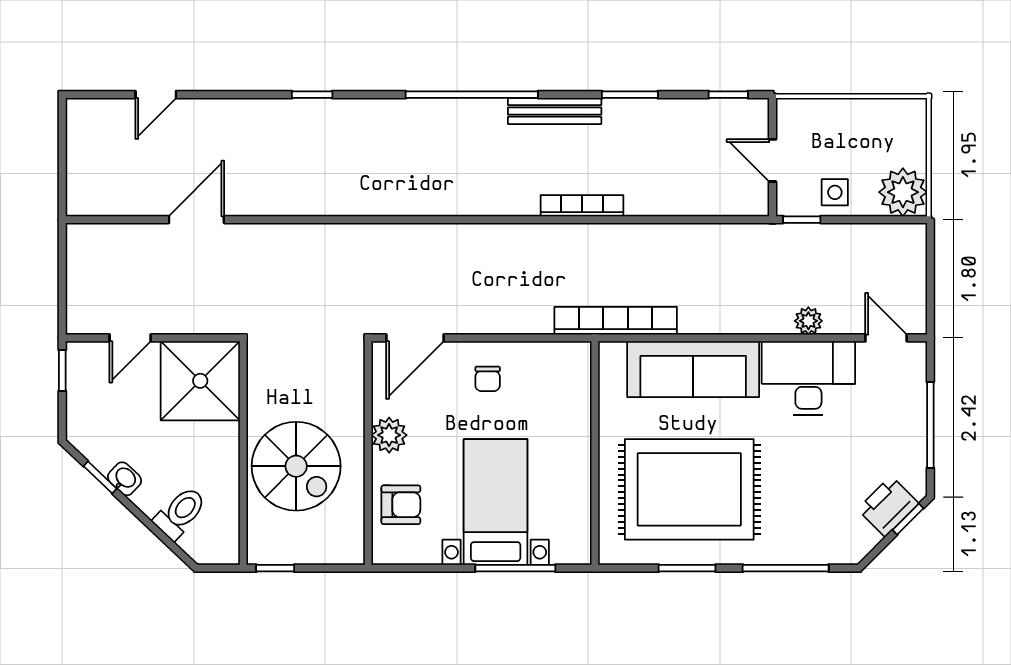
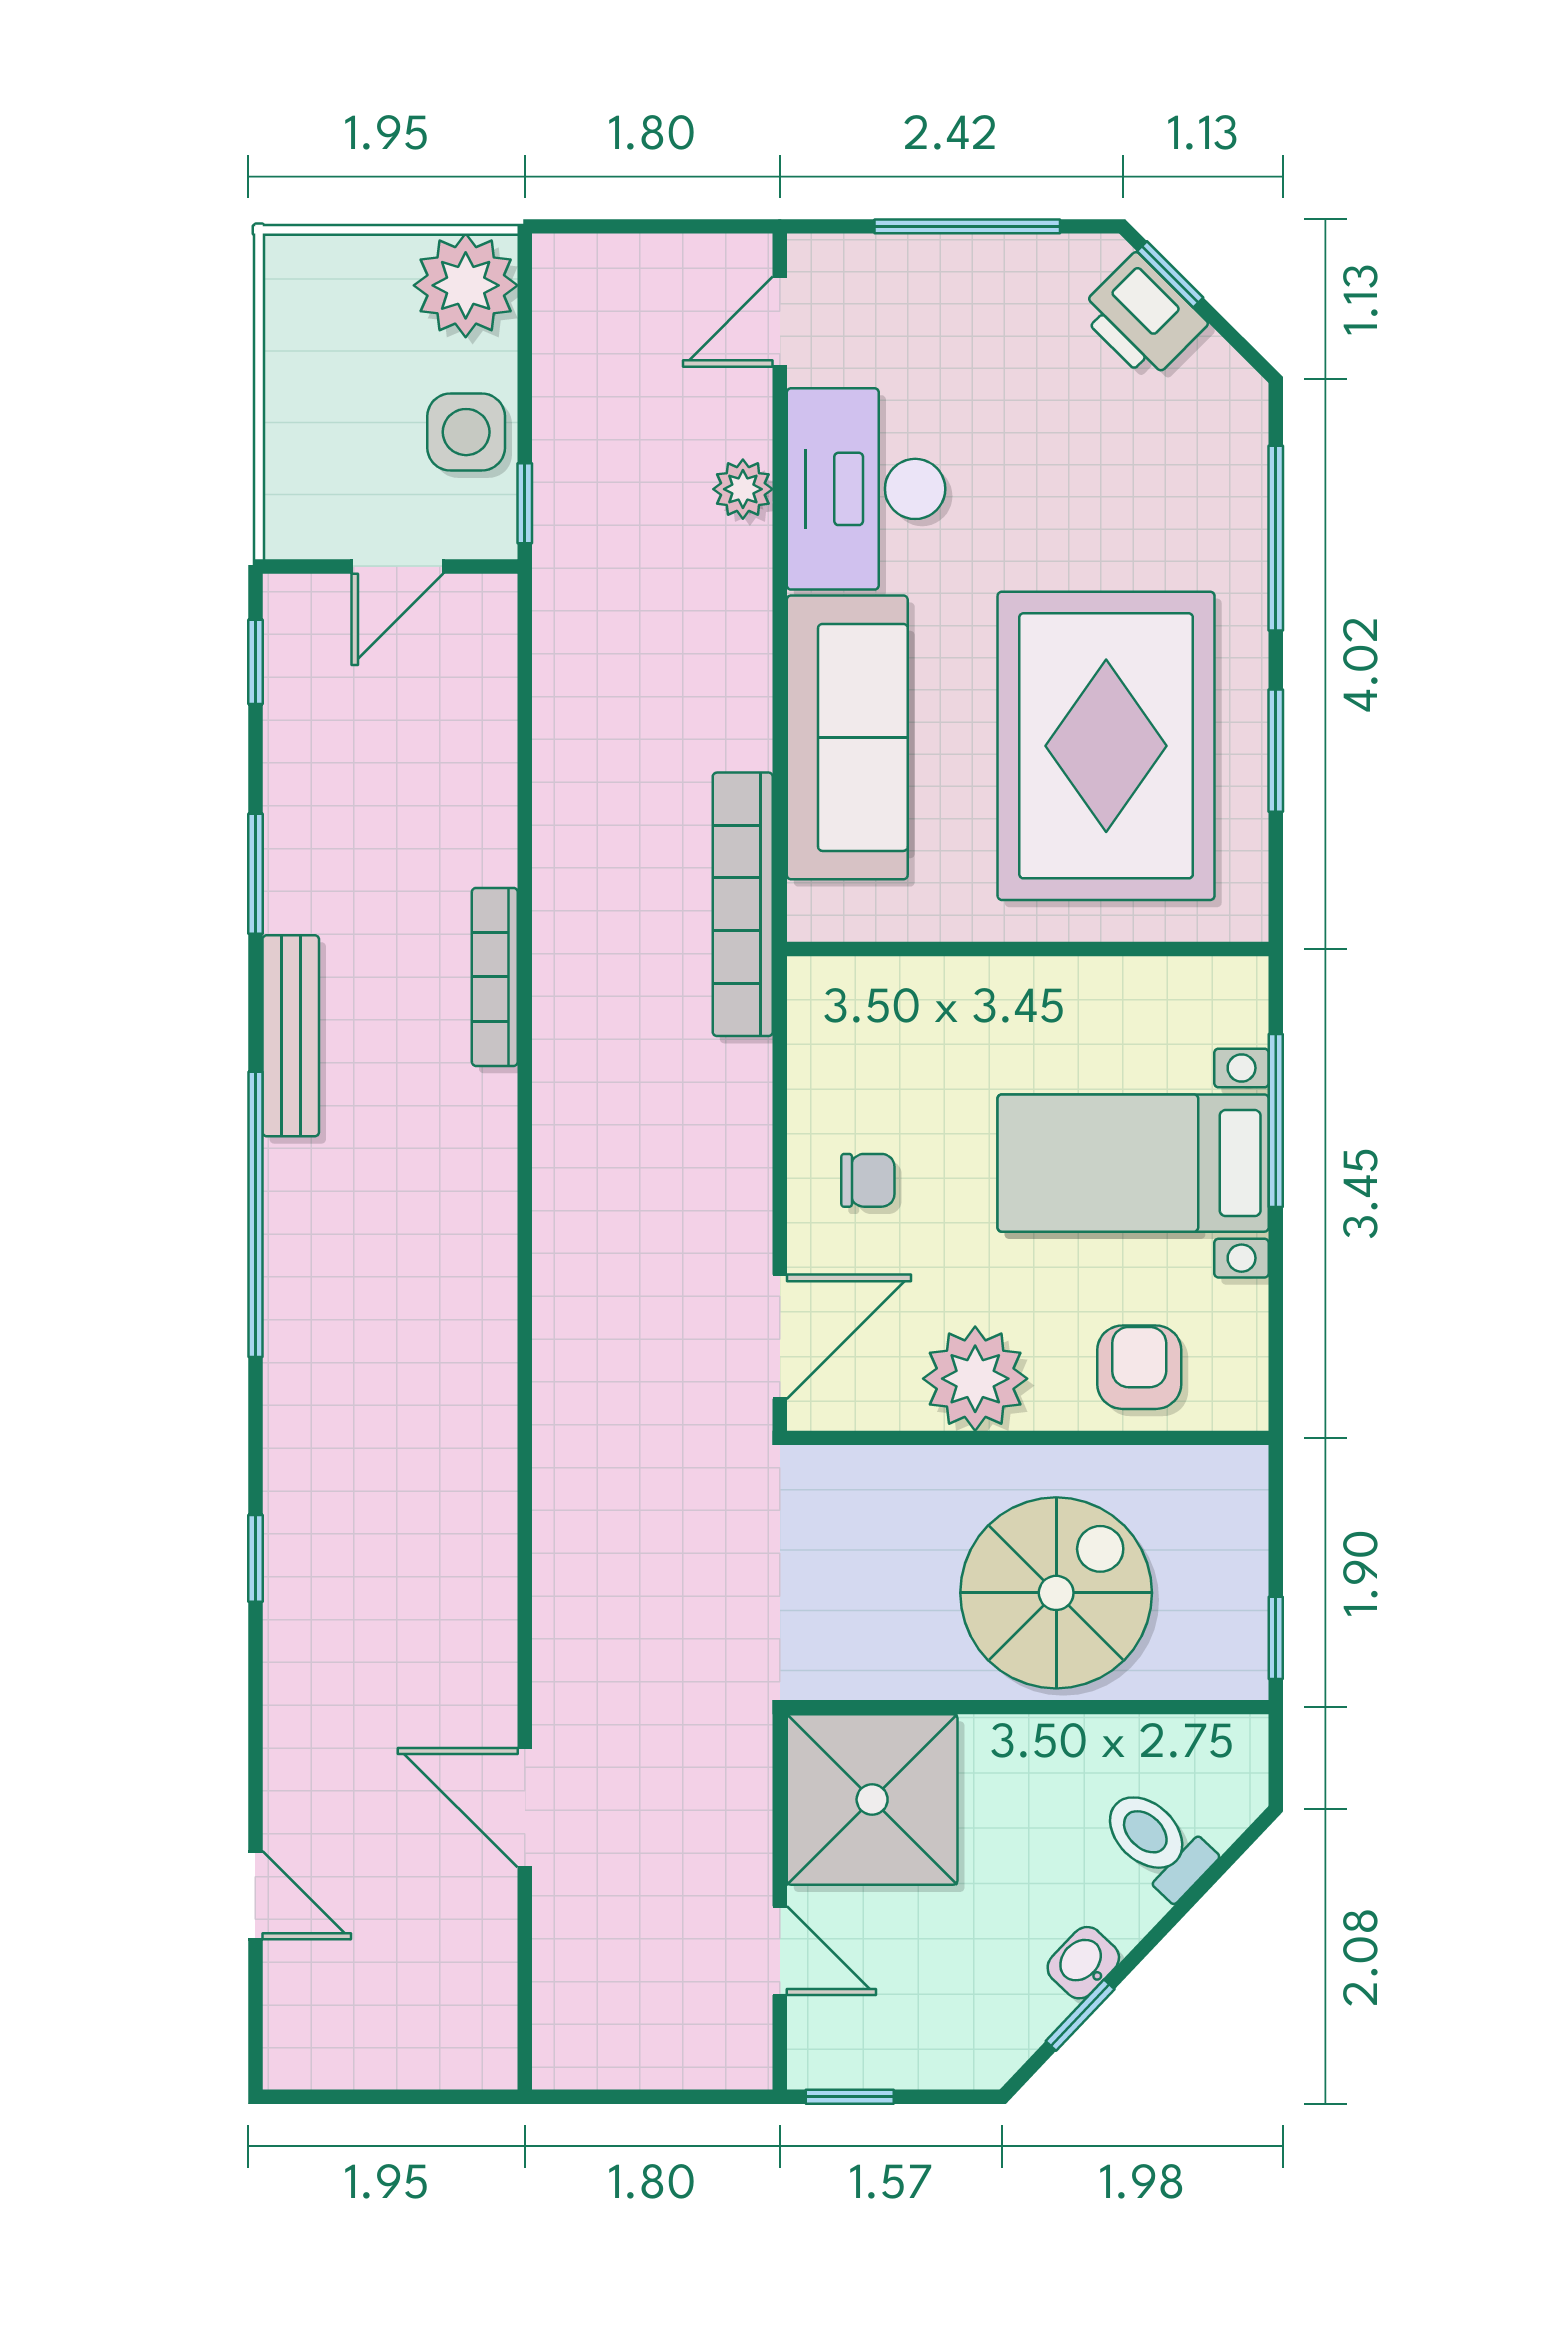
side table: (835, 192) -> (466, 432), width x1.37, depth x1.37
door: (415, 338) -> (780, 1337), hinge flipped
plant: (389, 435) -> (975, 1379), width x1.36, depth x1.36

